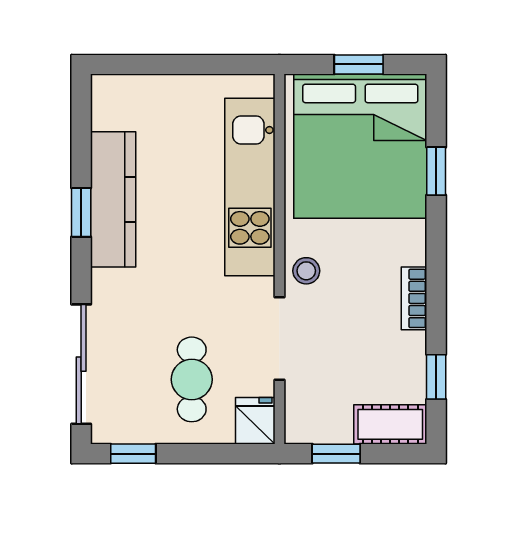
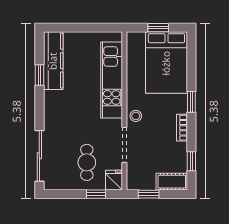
bed: (360, 146) -> (166, 63), width x0.73
window: (436, 171) -> (191, 102), moved
kitchen counter: (113, 199) -> (53, 61), moved
window: (81, 212) -> (39, 75), moved
window: (133, 454) -> (96, 194), moved

